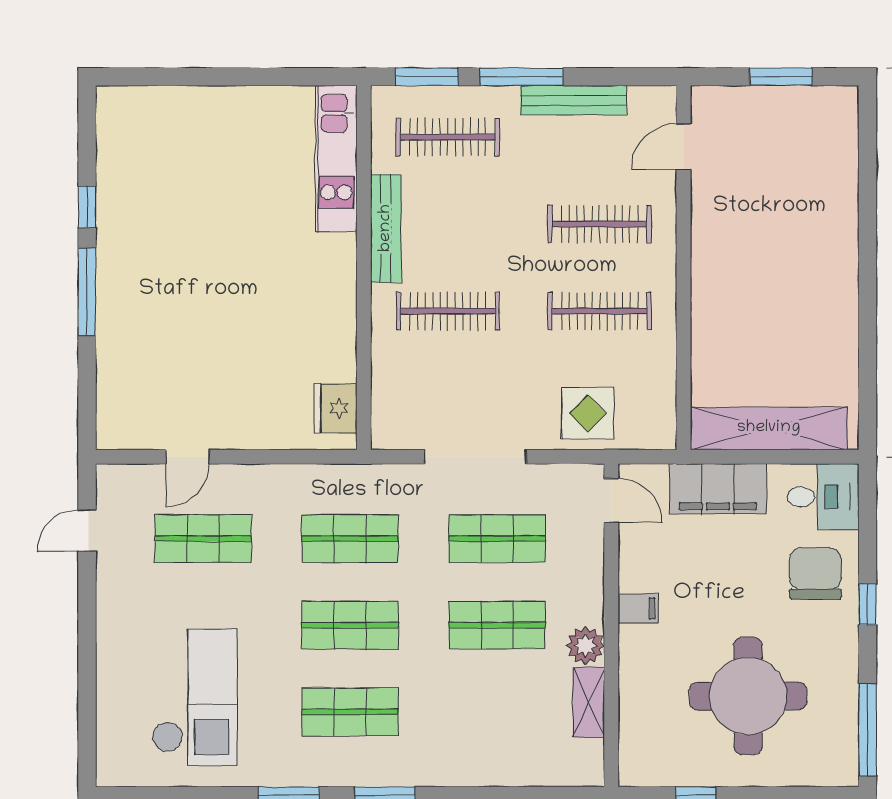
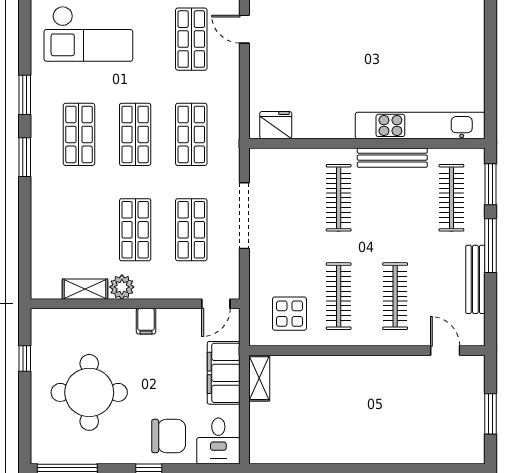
kitchen unit: (336, 159) -> (420, 125), width x1.36
display table: (588, 413) -> (289, 314), moved
shelving: (769, 428) -> (259, 378), width x0.45, depth x0.75

